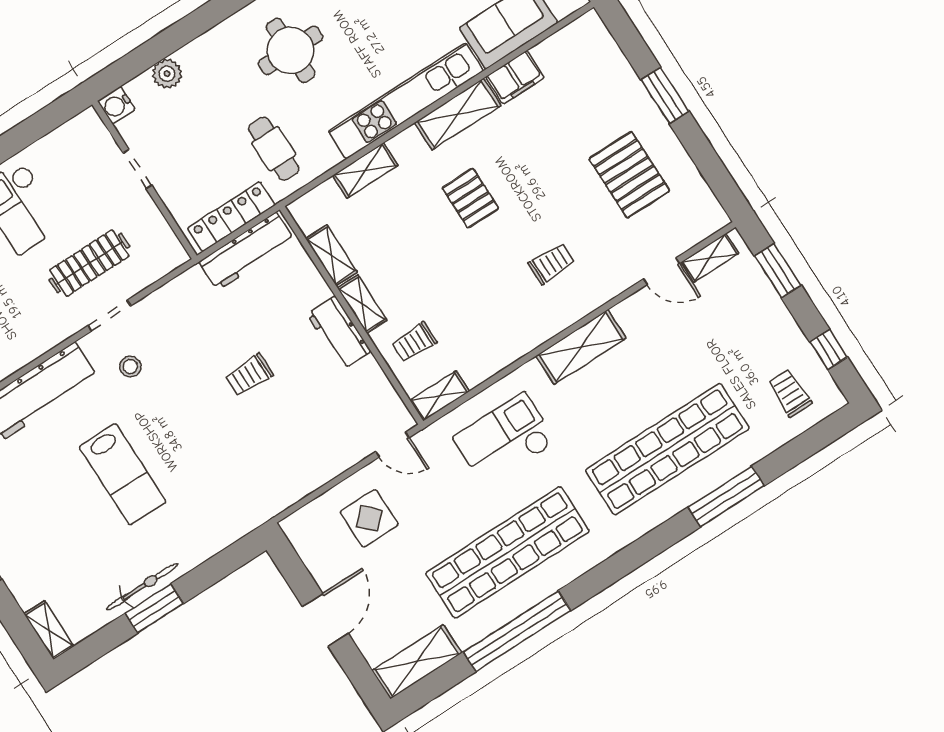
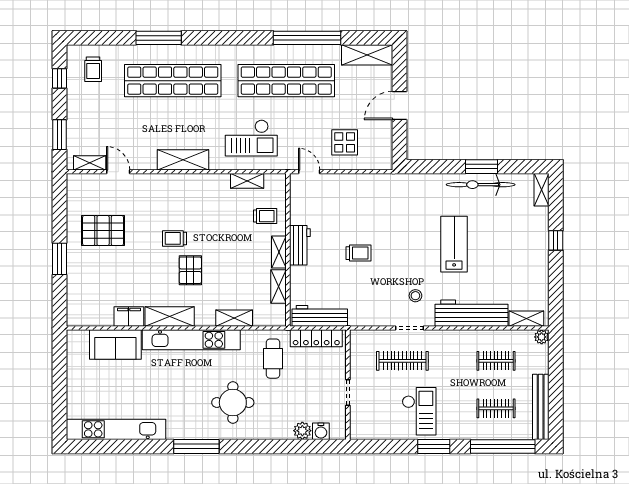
water cooler: (116, 105) -> (321, 431), moved, turned 90
pallet: (629, 175) -> (103, 231), turned 90
trolley: (551, 263) -> (175, 238), moved
shelving: (440, 396) -> (247, 181), moved
bicycle: (142, 587) -> (481, 185), width x1.37, depth x1.40

